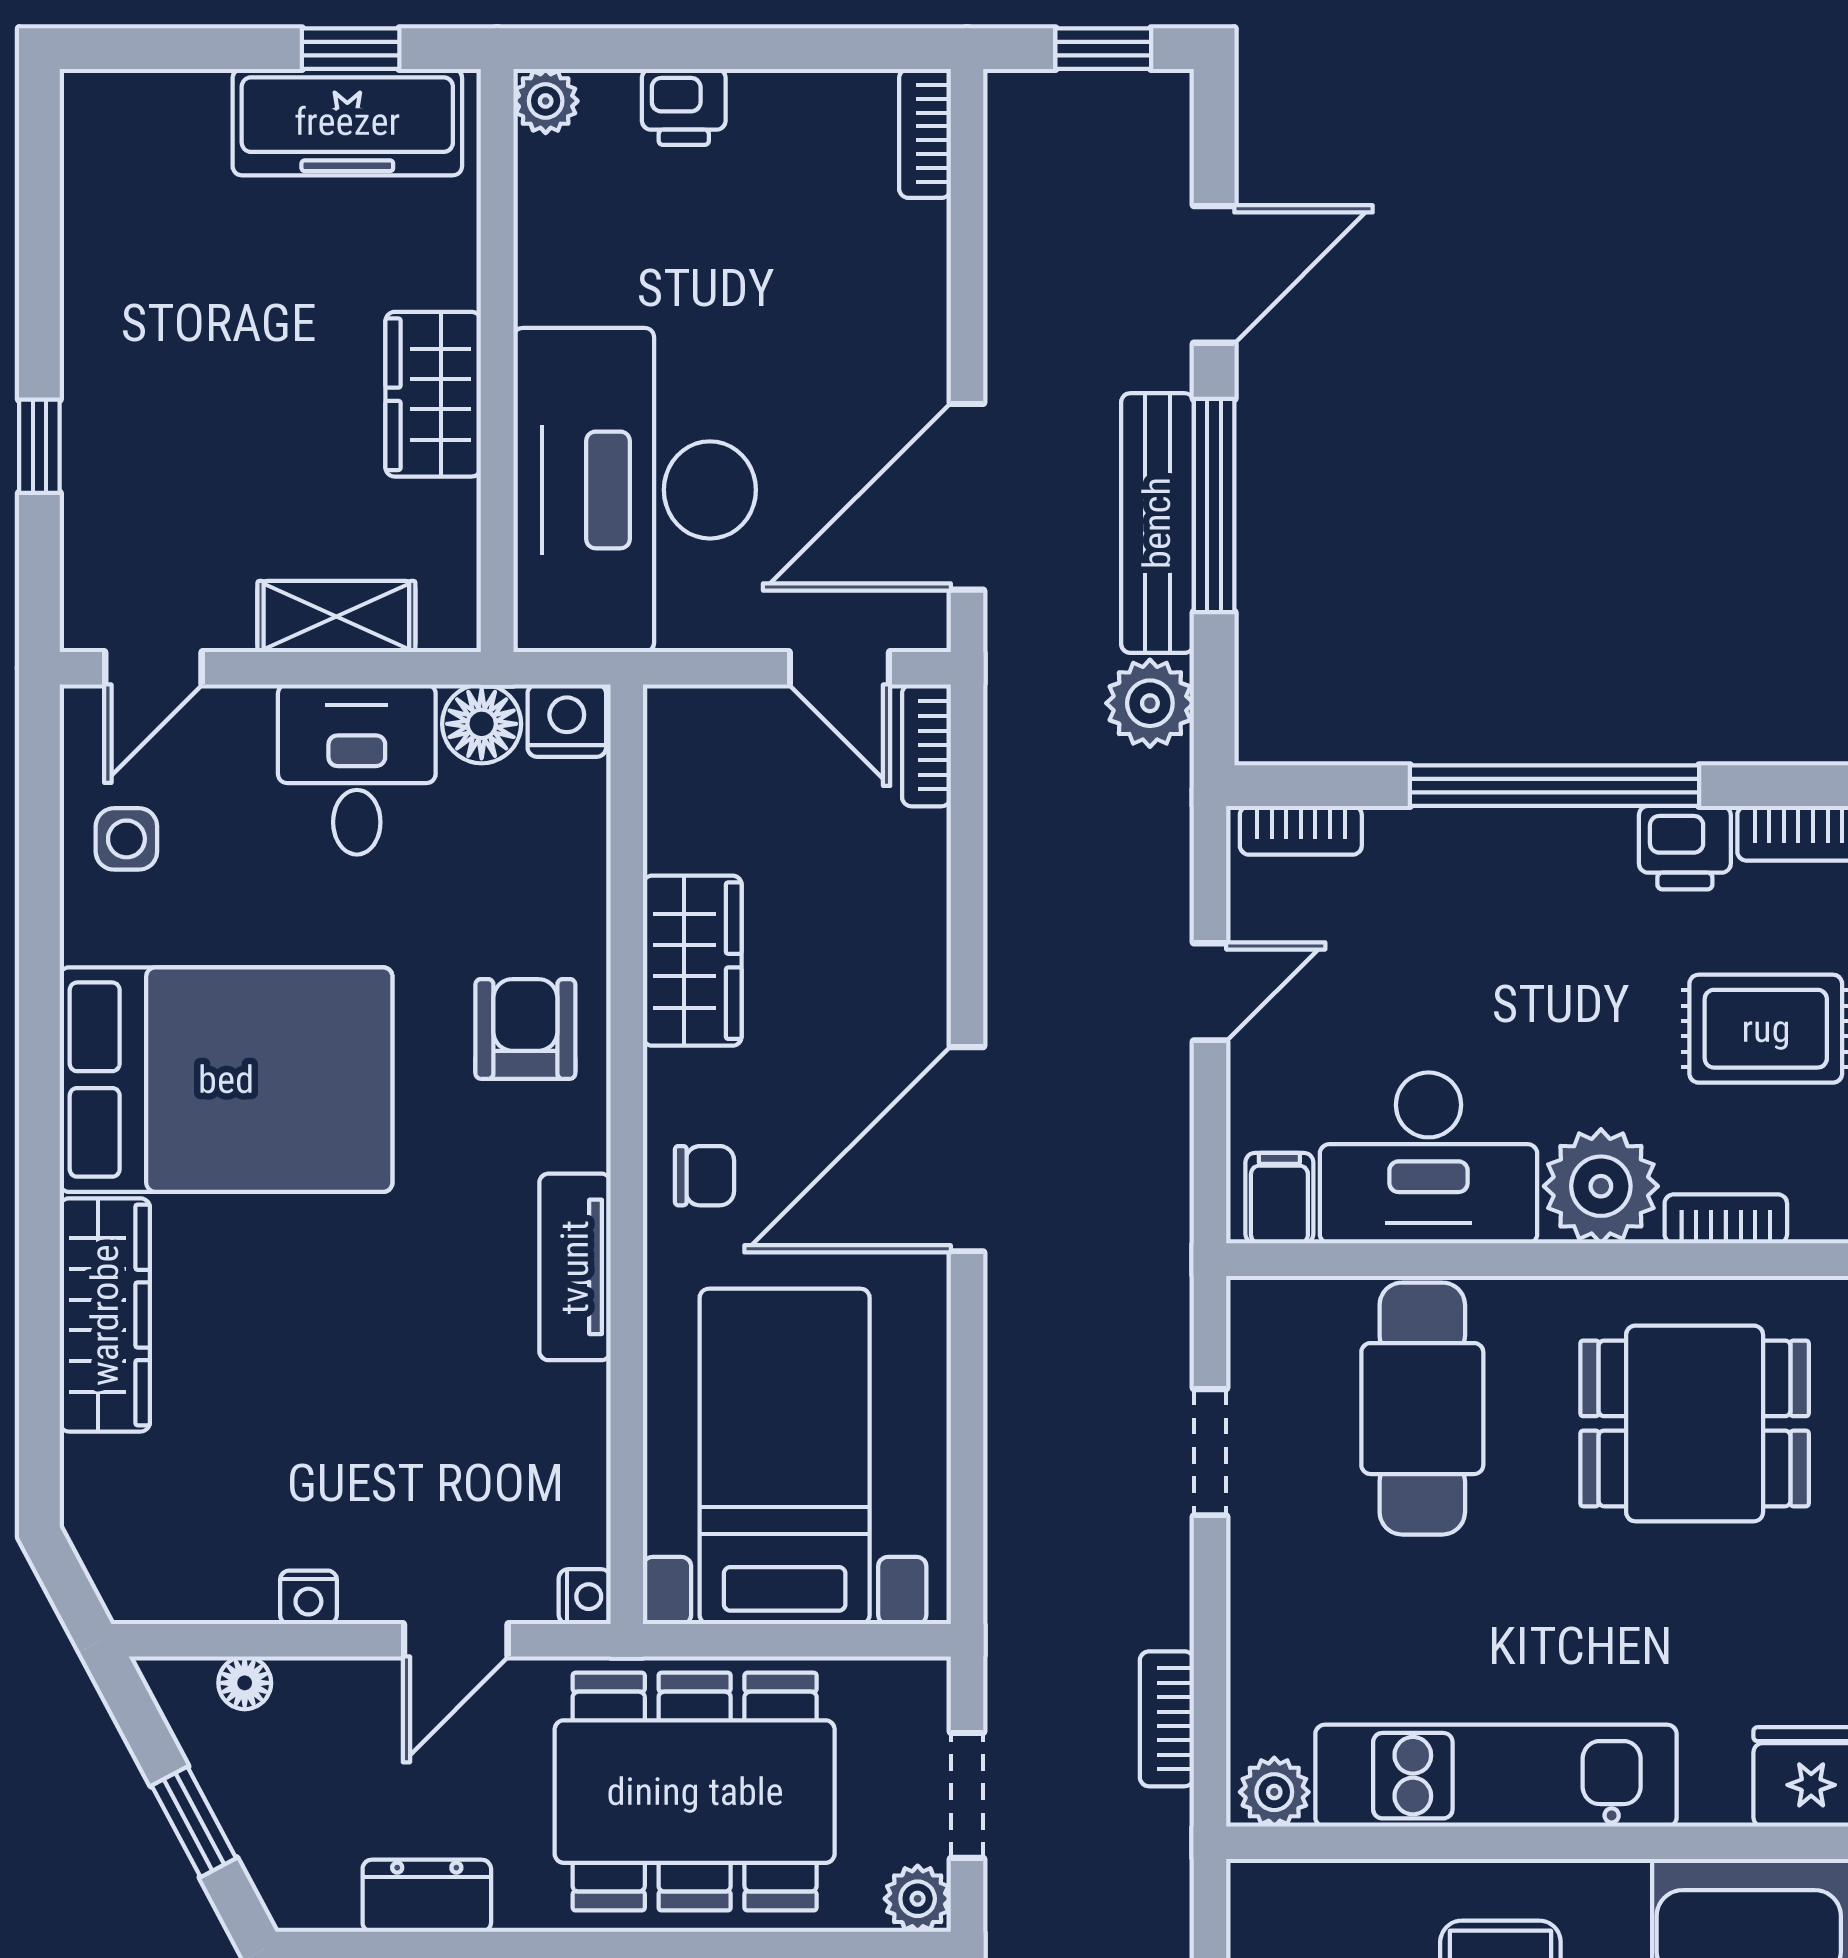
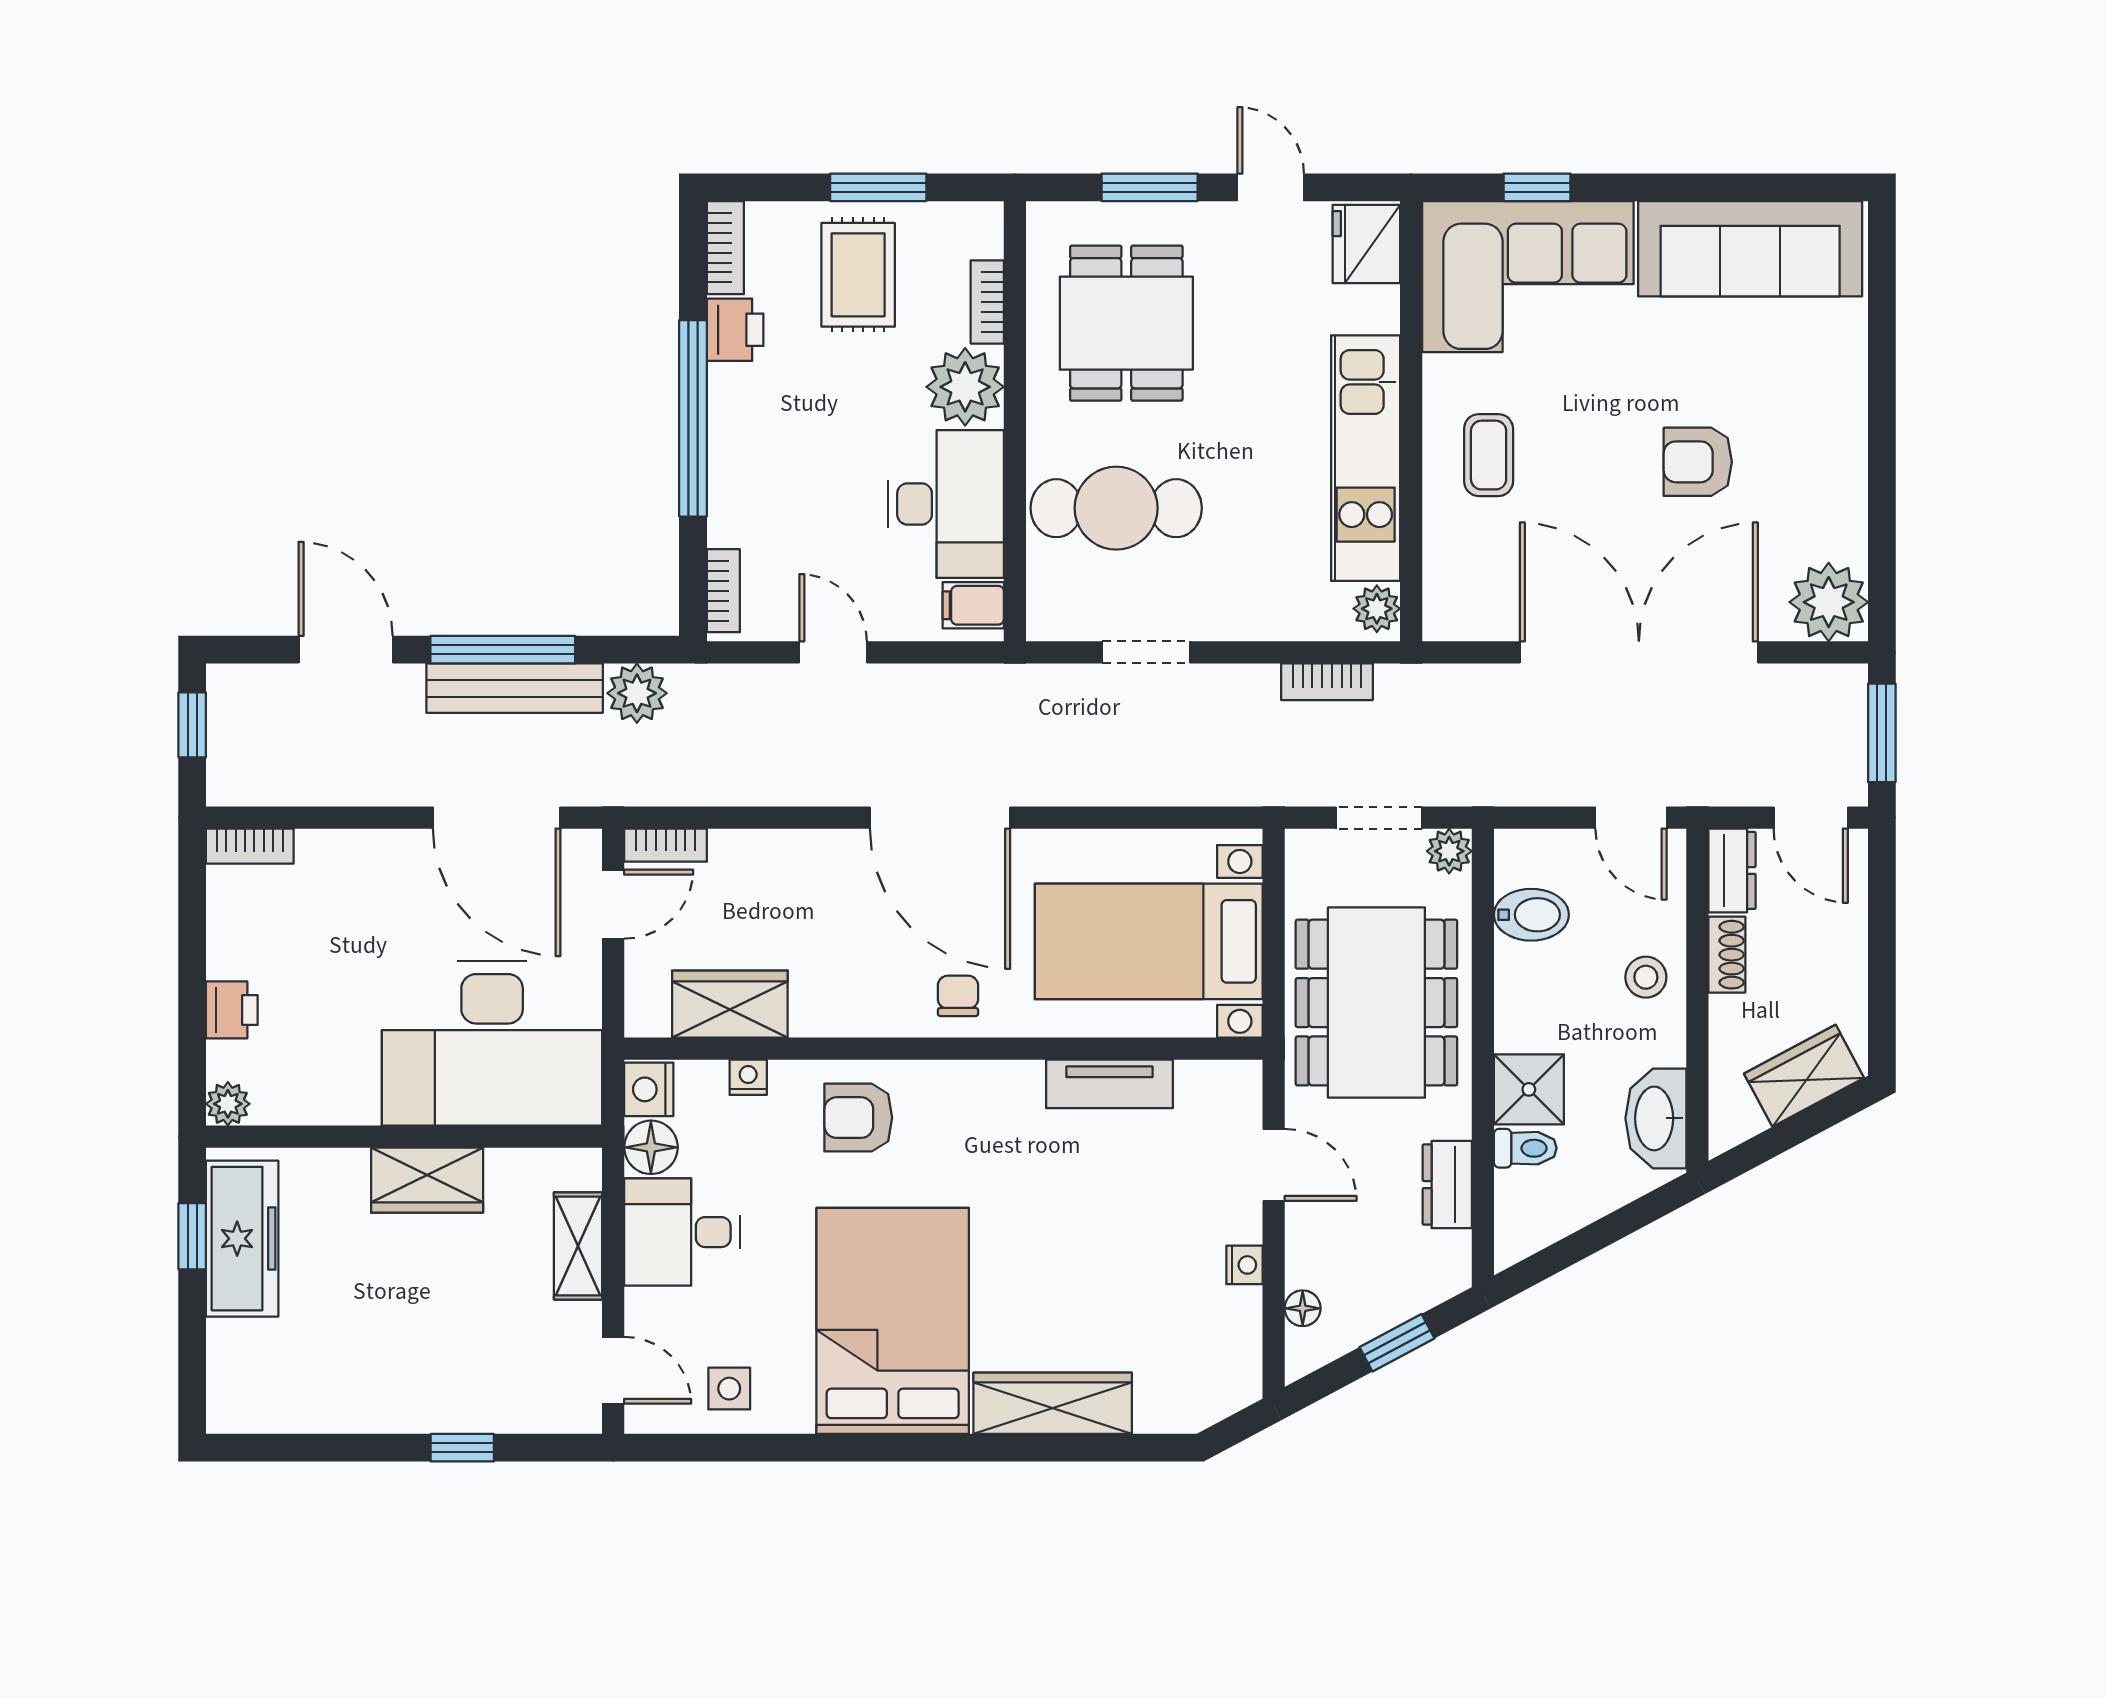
wardrobe: (692, 961) -> (730, 1004), moved
tv unit: (575, 1267) -> (1109, 1084), moved
nightstand: (585, 1597) -> (748, 1077), moved

